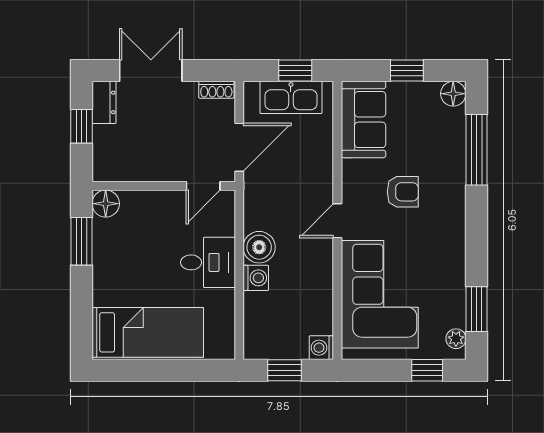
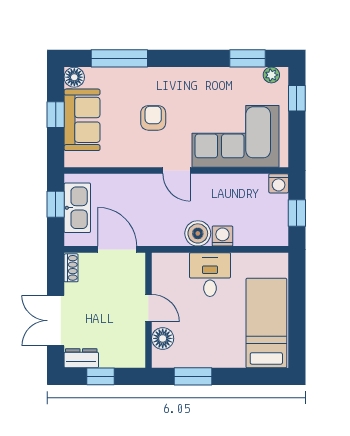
sofa: (363, 120) -> (82, 120), moved, turned 90
door: (203, 186) -> (148, 308), moved
floor lamp: (106, 204) -> (163, 338), moved

